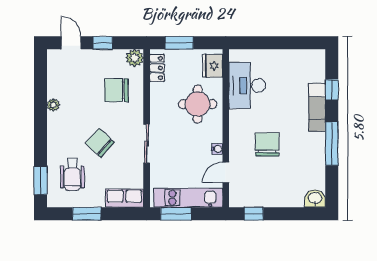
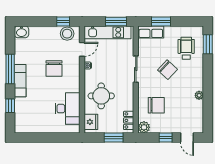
exam couch: (317, 107) -> (20, 81), moved
stool: (248, 196) -> (67, 34), added
window: (87, 214) -> (161, 21), moved

